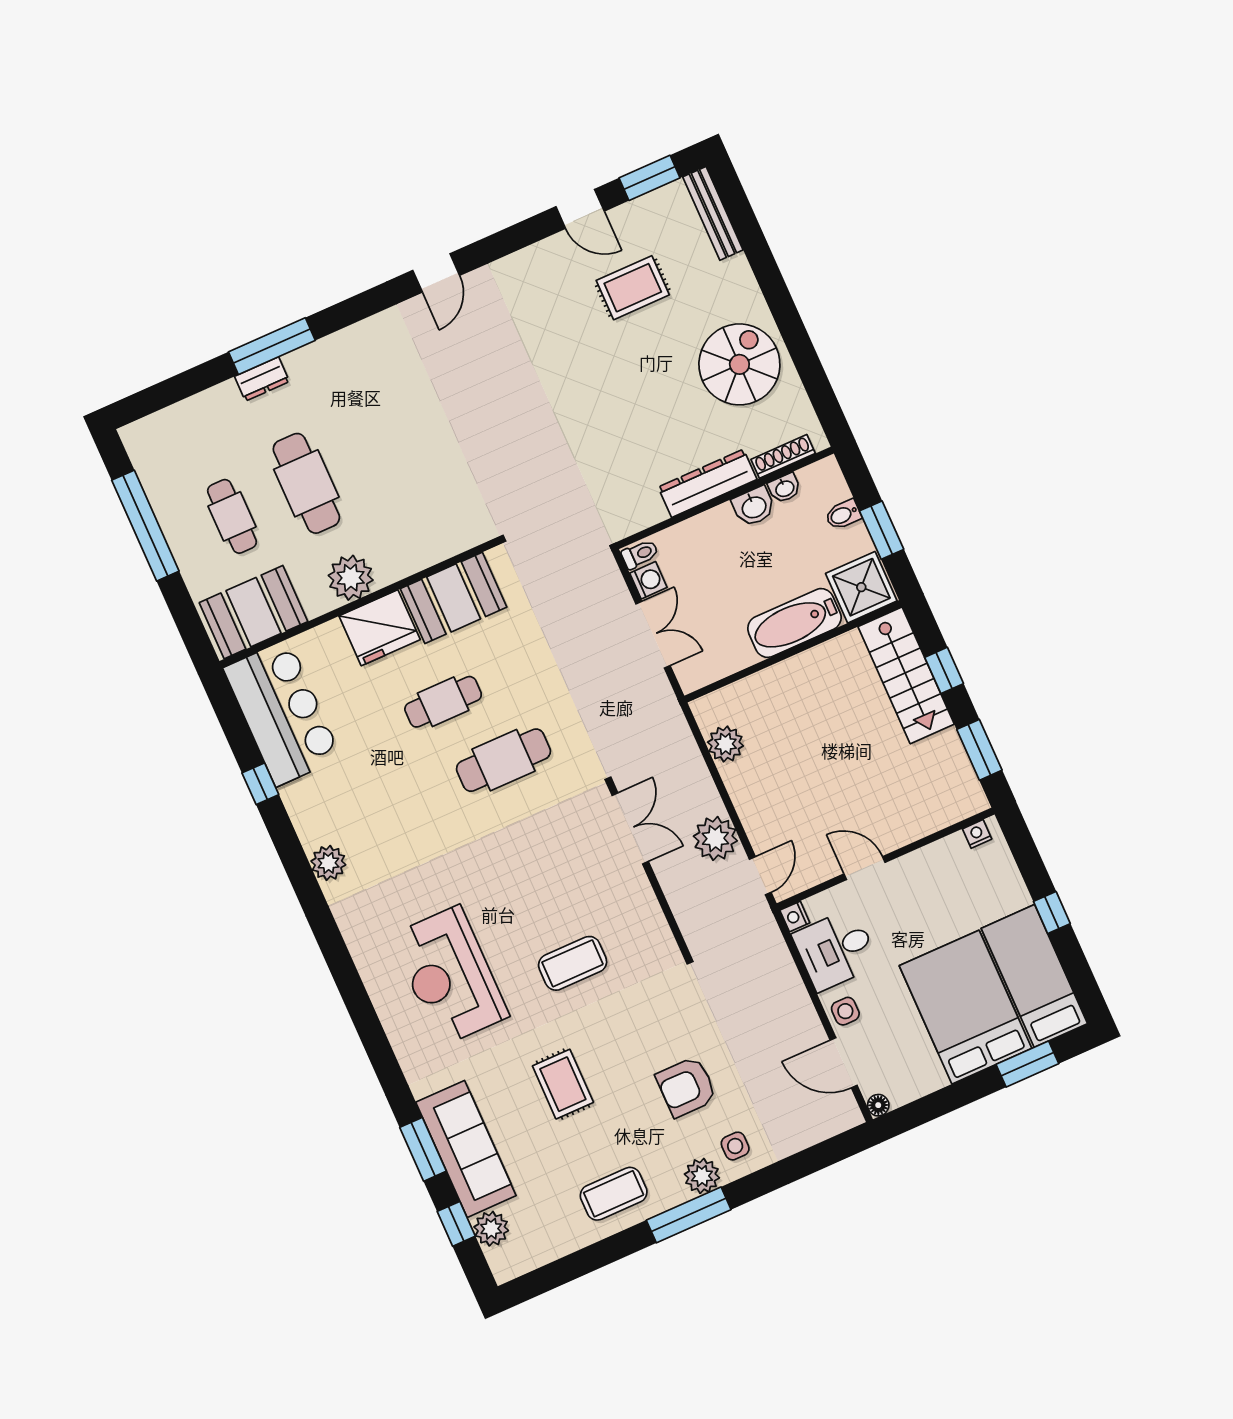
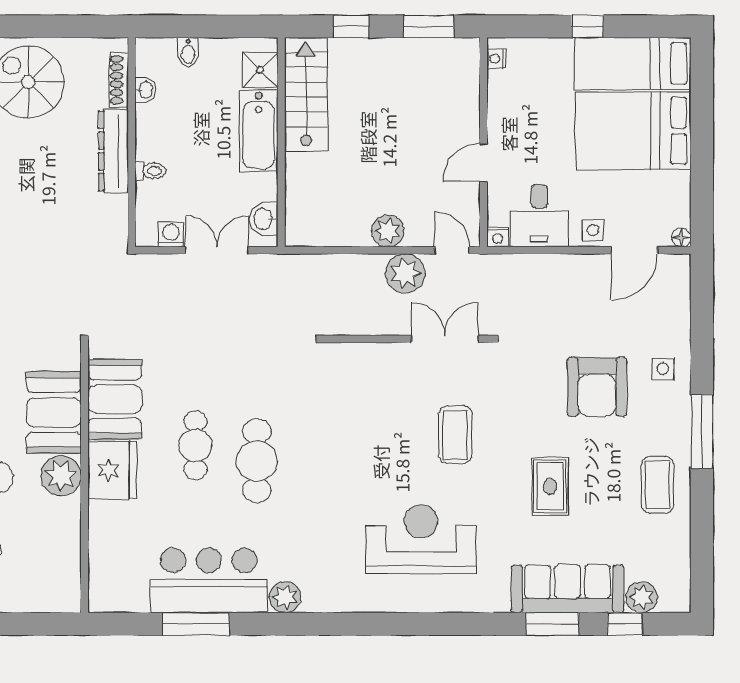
washbasin: (754, 507) -> (264, 219), moved, turned 180
window: (882, 530) -> (215, 26), removed
toilet: (640, 554) -> (150, 171), moved, turned 90
shower: (861, 587) -> (260, 70), width x0.73, depth x0.73
booth: (254, 612) -> (54, 412), moved
stairs: (906, 675) -> (306, 95), moved, turned -90
bar counter: (282, 713) -> (209, 580), moved
plant: (726, 744) -> (388, 231), moved
cafe table: (503, 760) -> (257, 461), moved
window: (260, 784) -> (196, 624), width x2.17
double door: (630, 828) -> (445, 339), moved
reception desk: (450, 976) -> (421, 539), turned 180
window: (1027, 1064) -> (702, 101), removed
rug: (563, 1084) -> (550, 486), turned 90
armchair: (686, 1087) -> (597, 387), width x1.36, depth x1.36
plant: (702, 1176) -> (675, 407), removed

